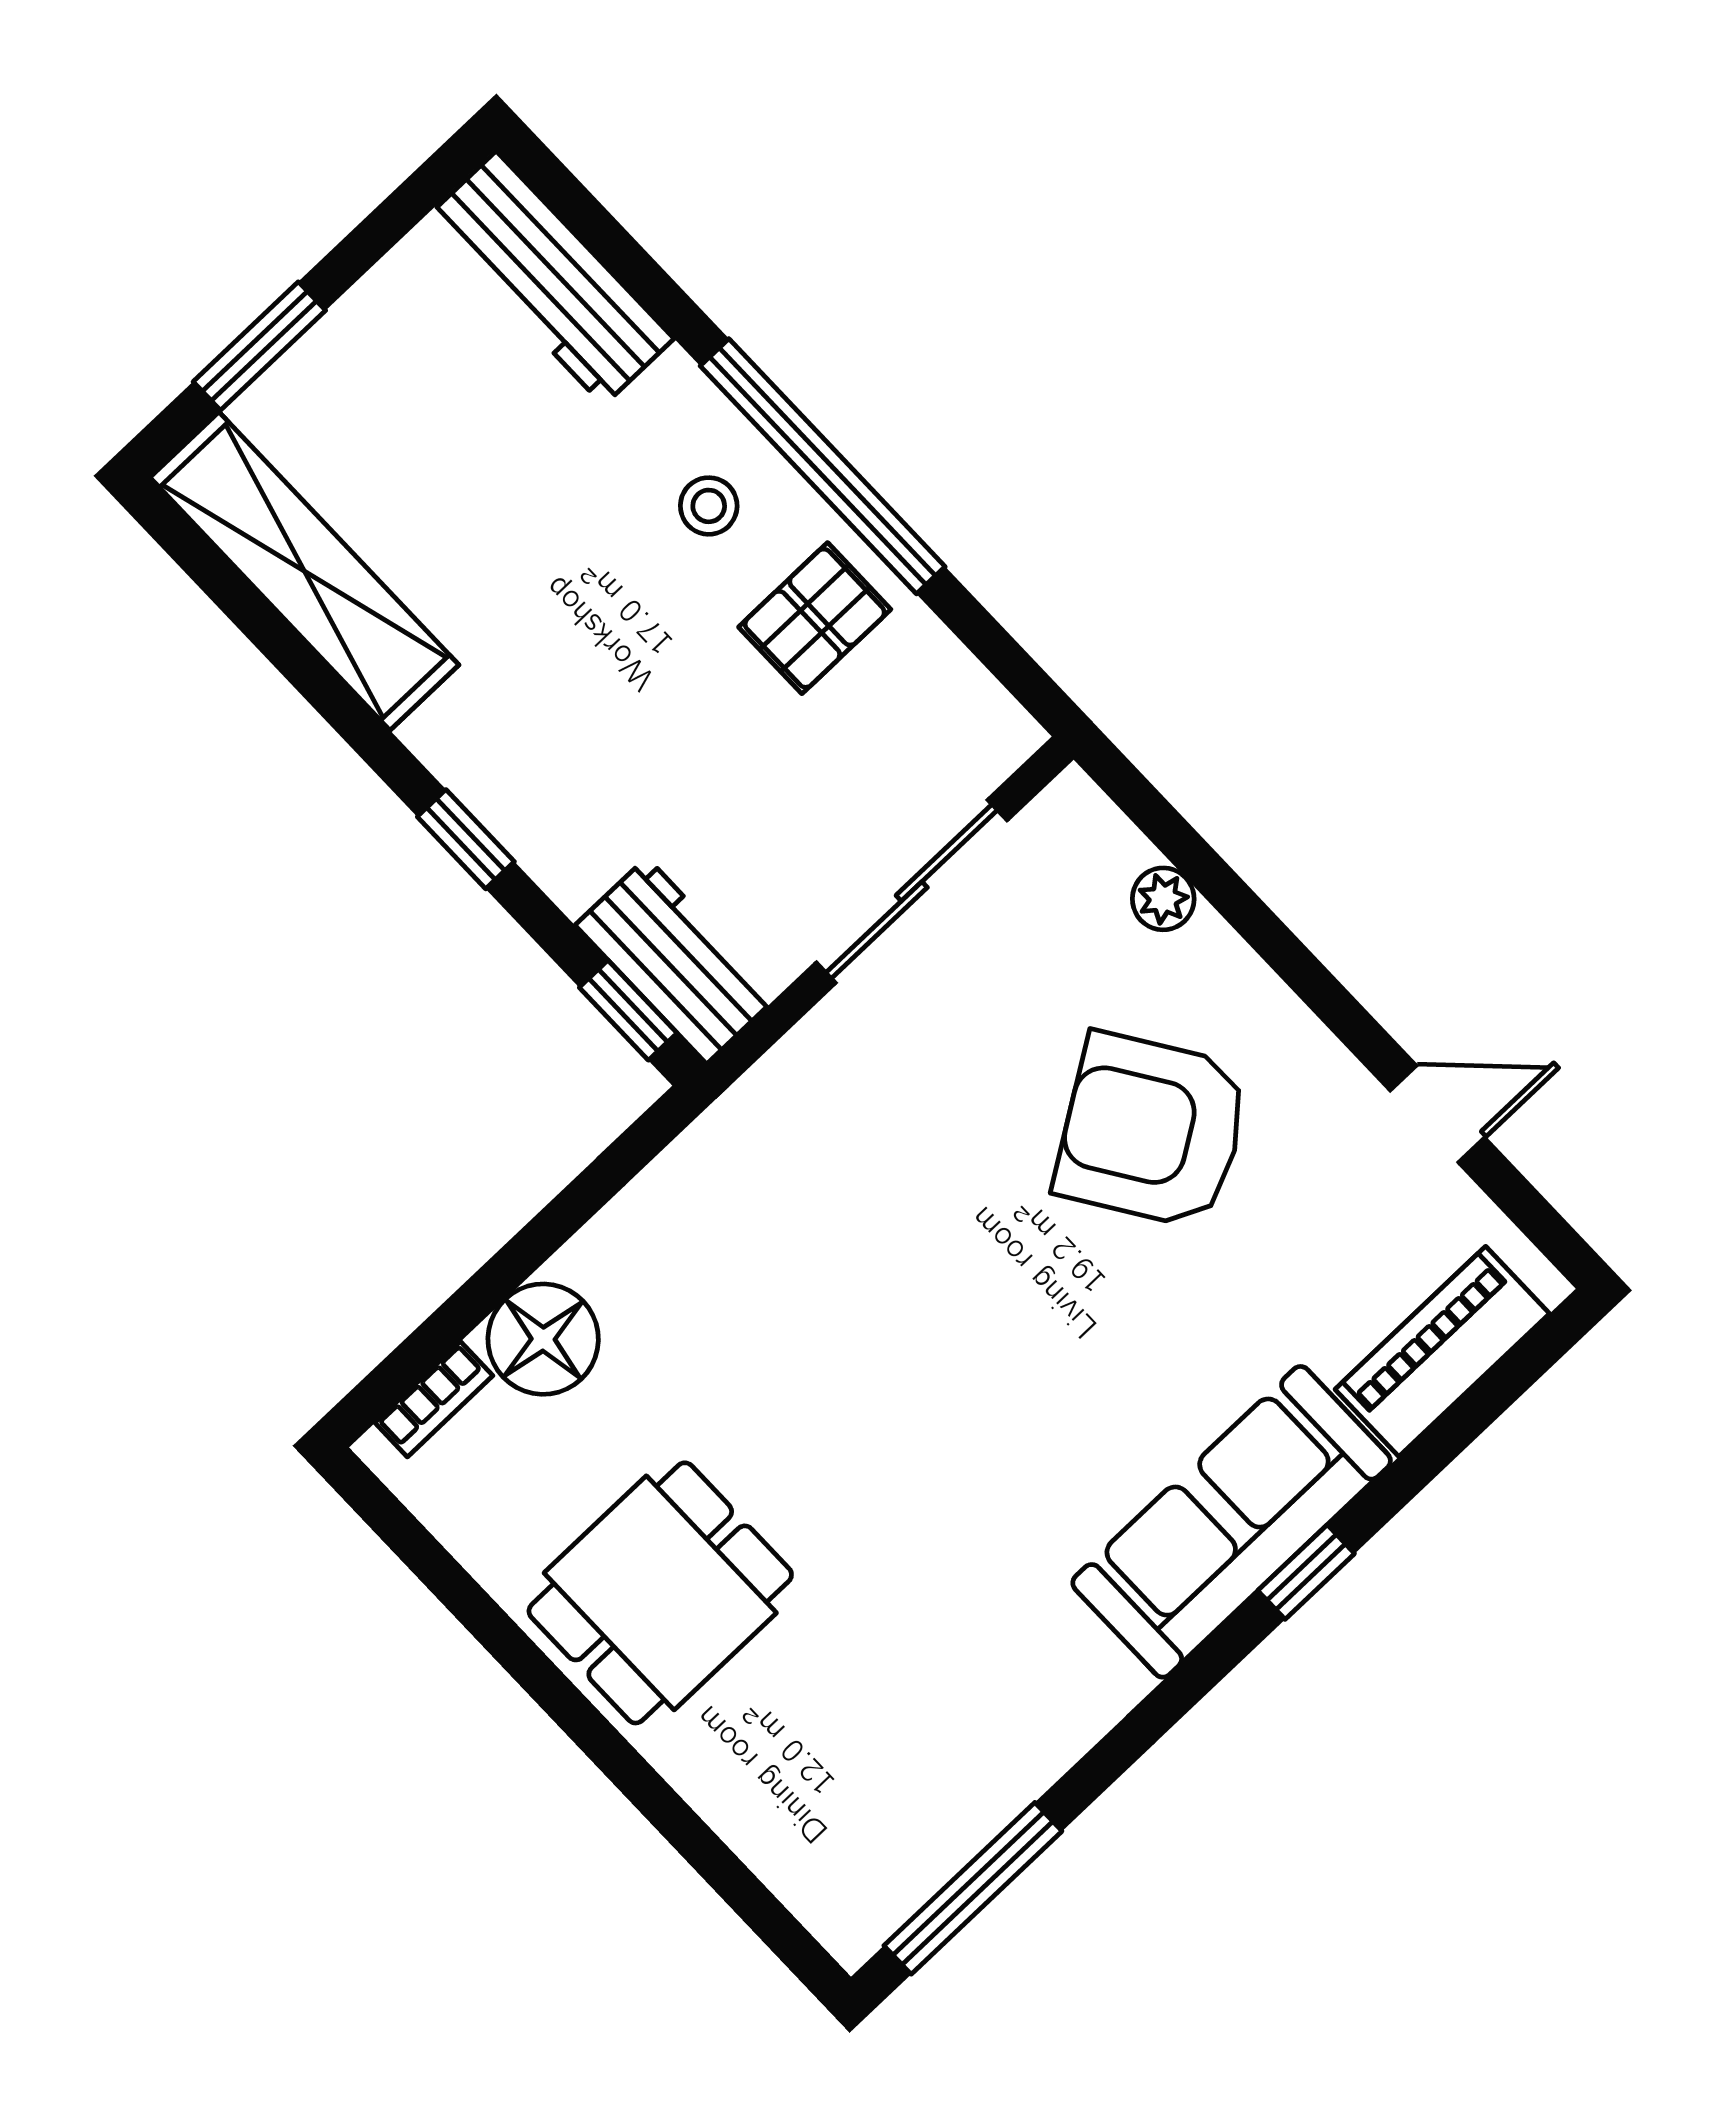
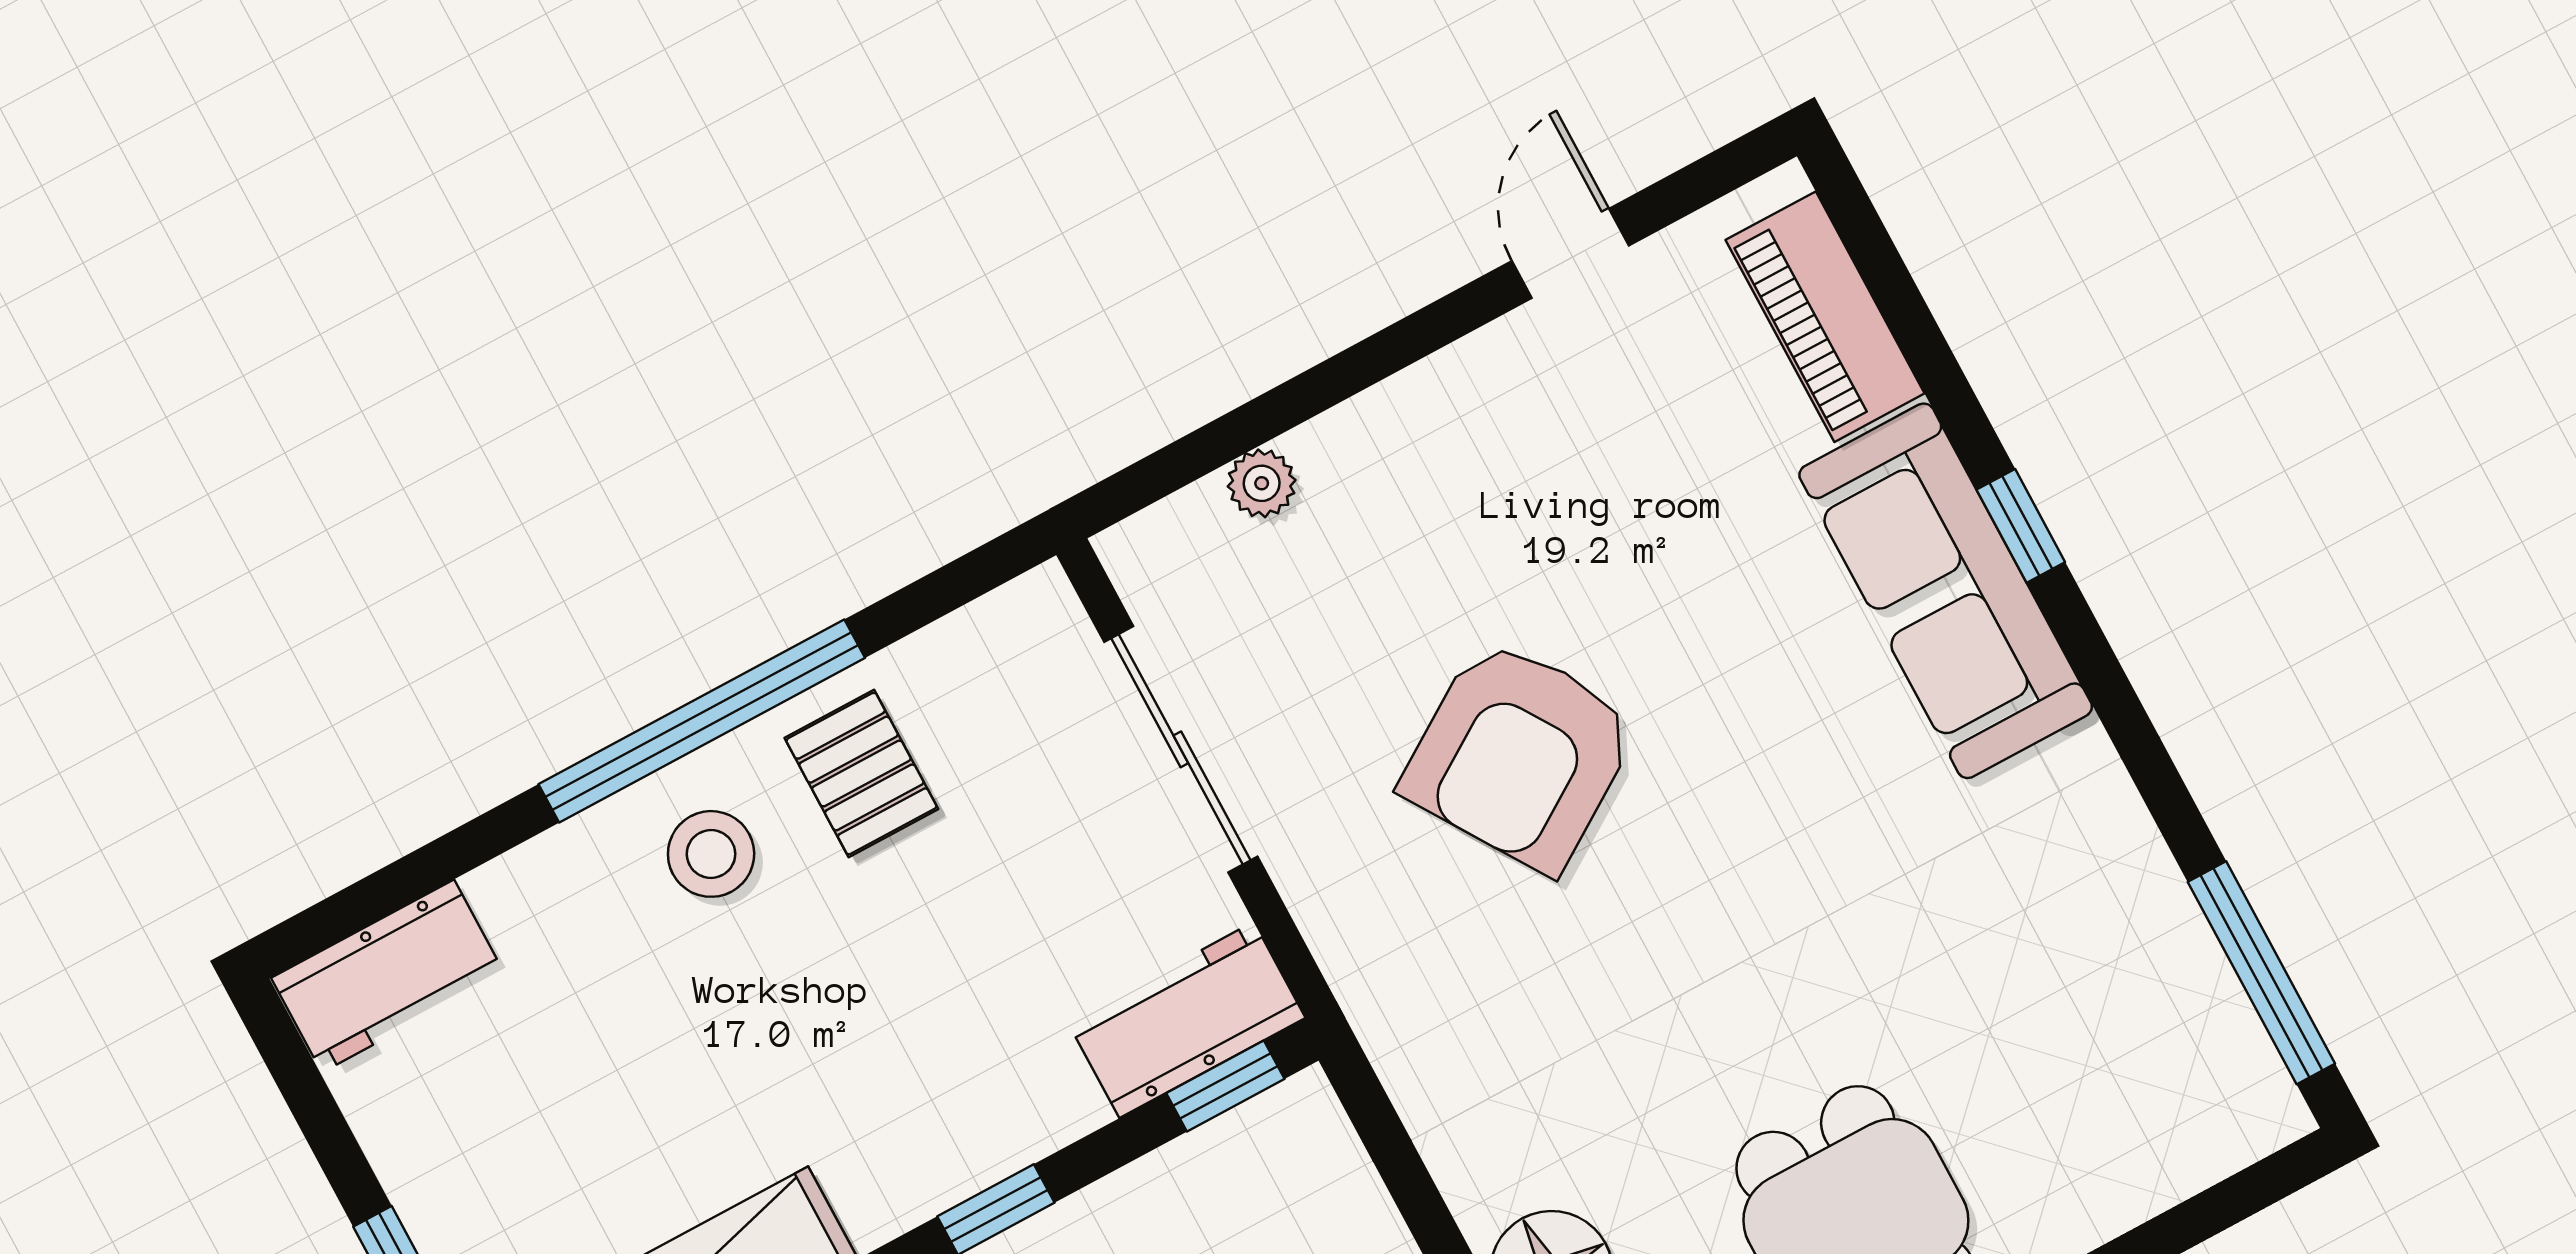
workbench: (550, 278) -> (388, 976), width x0.73
stool: (709, 506) -> (711, 854), width x1.37, depth x1.37
armchair: (1152, 1131) -> (1520, 755), moved

